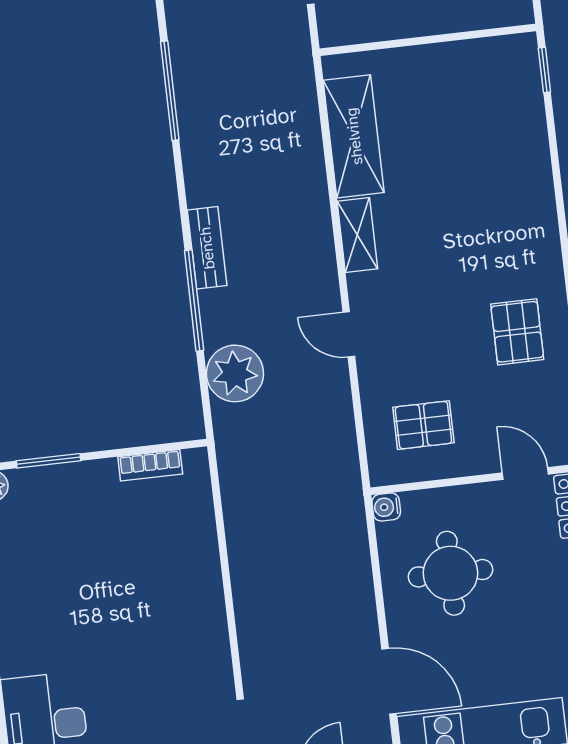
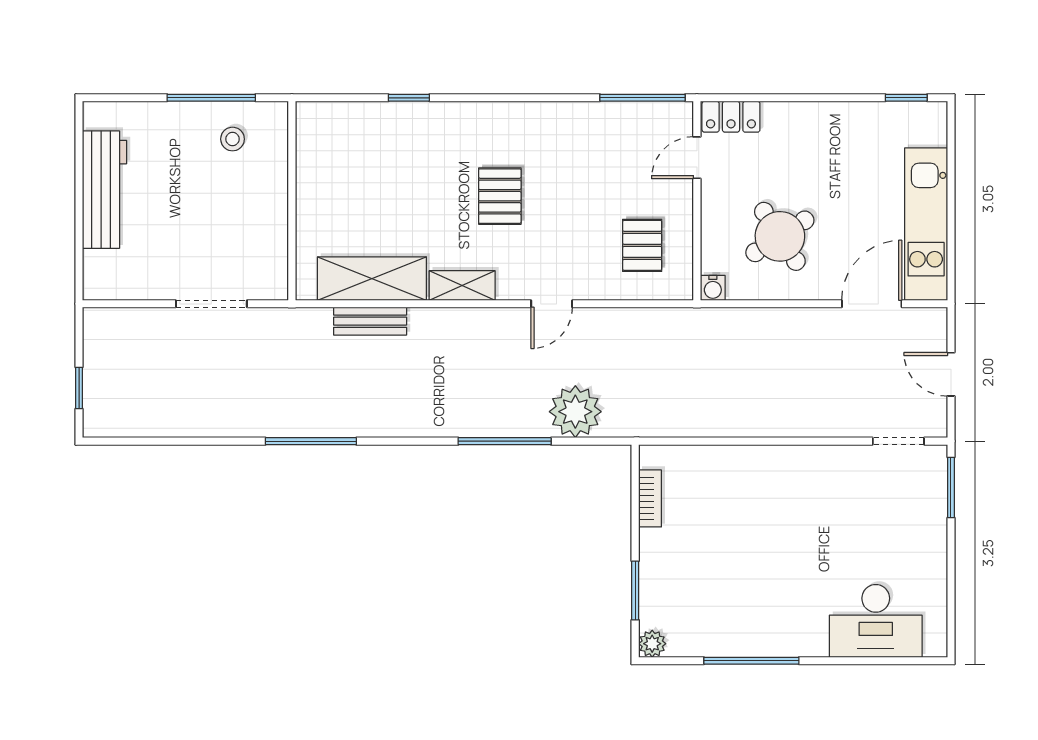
window: (544, 70) -> (409, 98), moved
bench: (207, 248) -> (370, 321), moved
pallet: (517, 332) -> (500, 196), moved, turned 90
round table: (450, 573) -> (780, 236), turned -33

